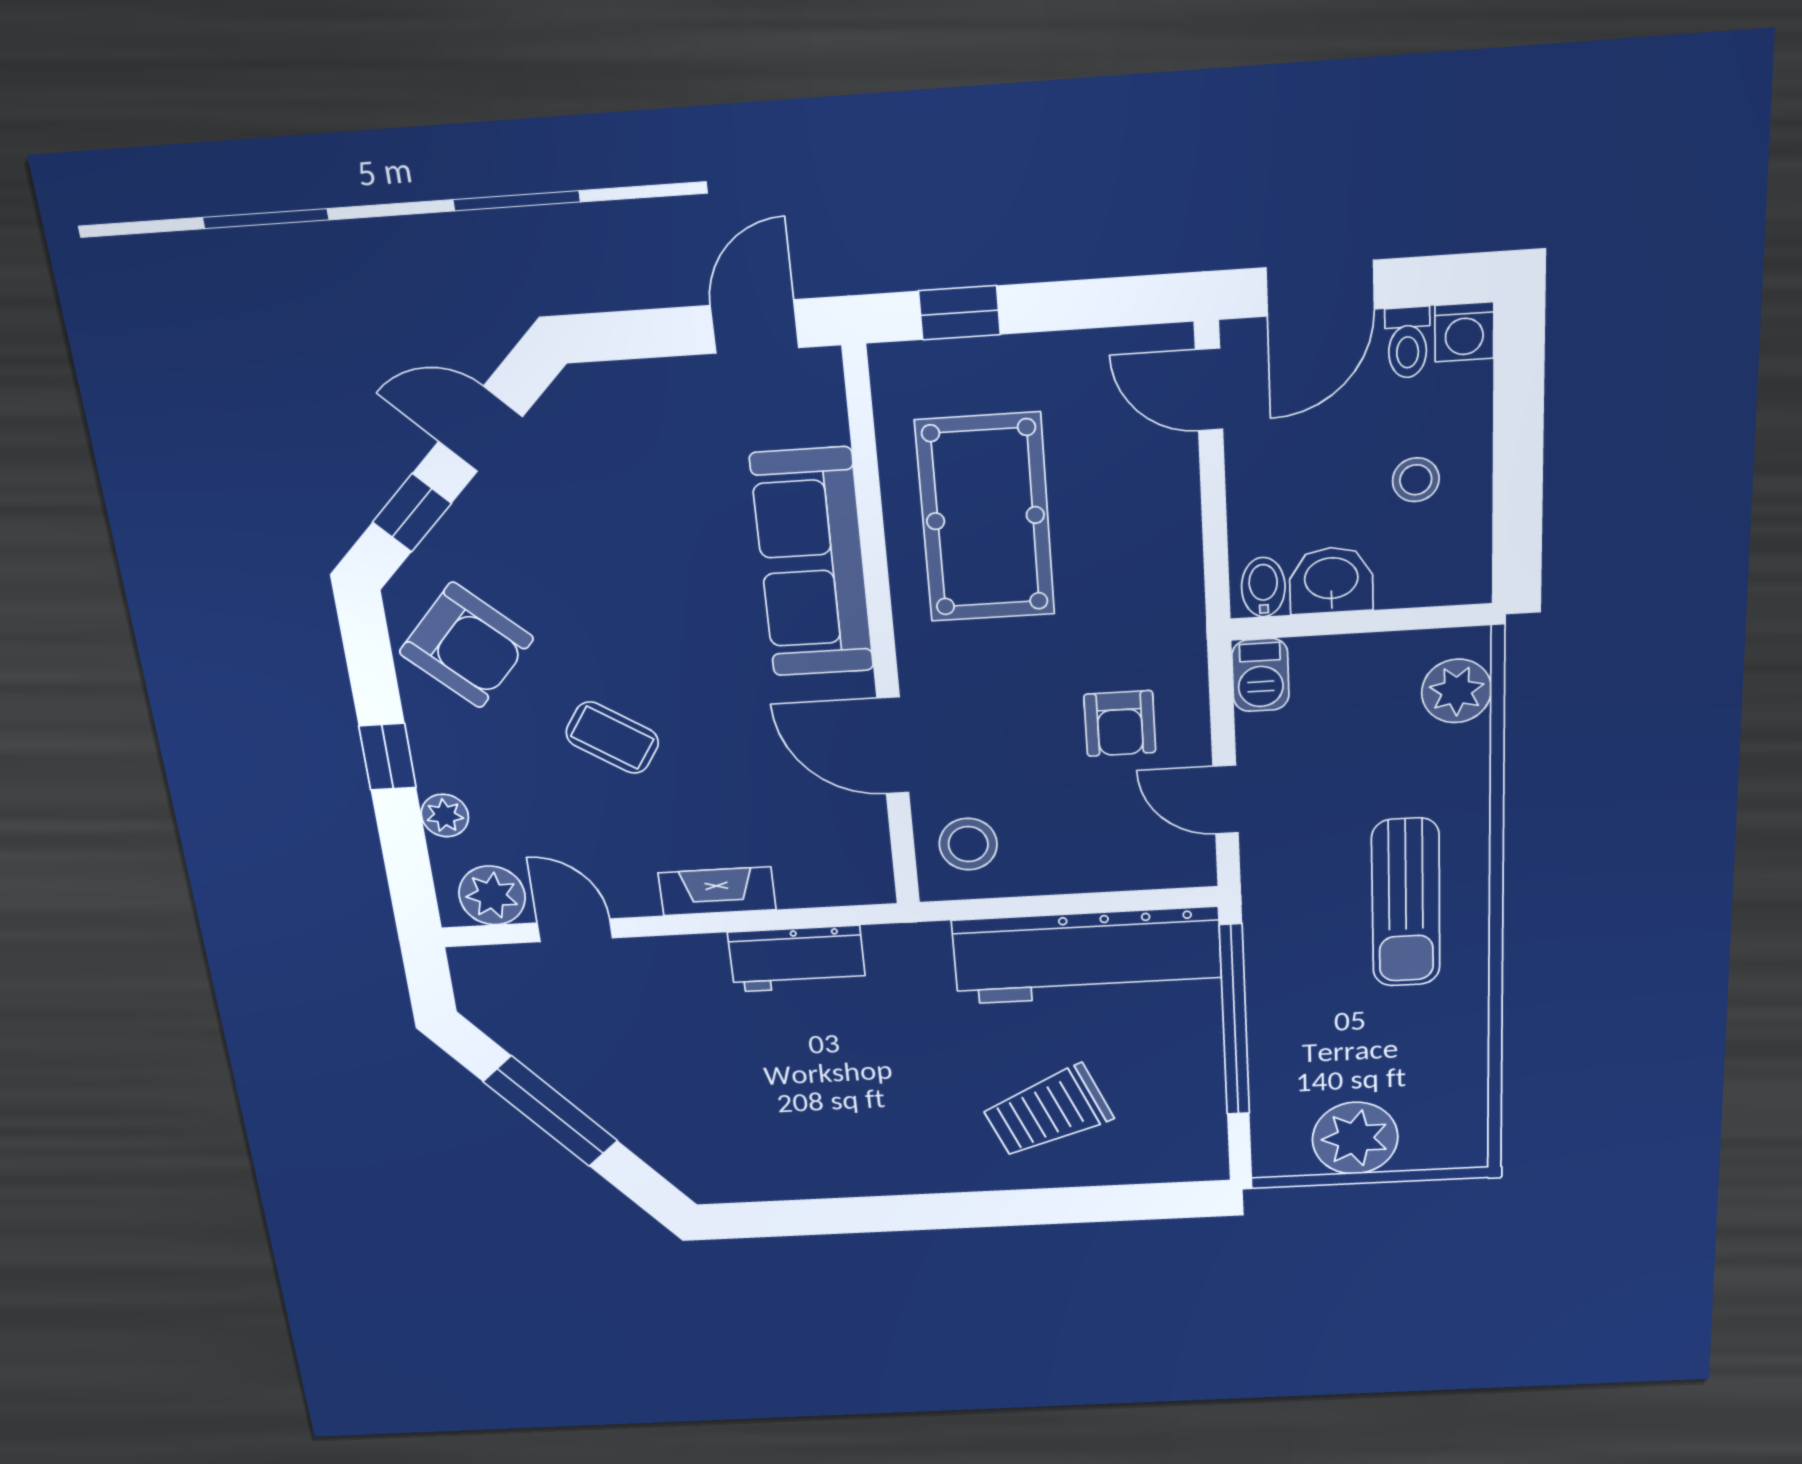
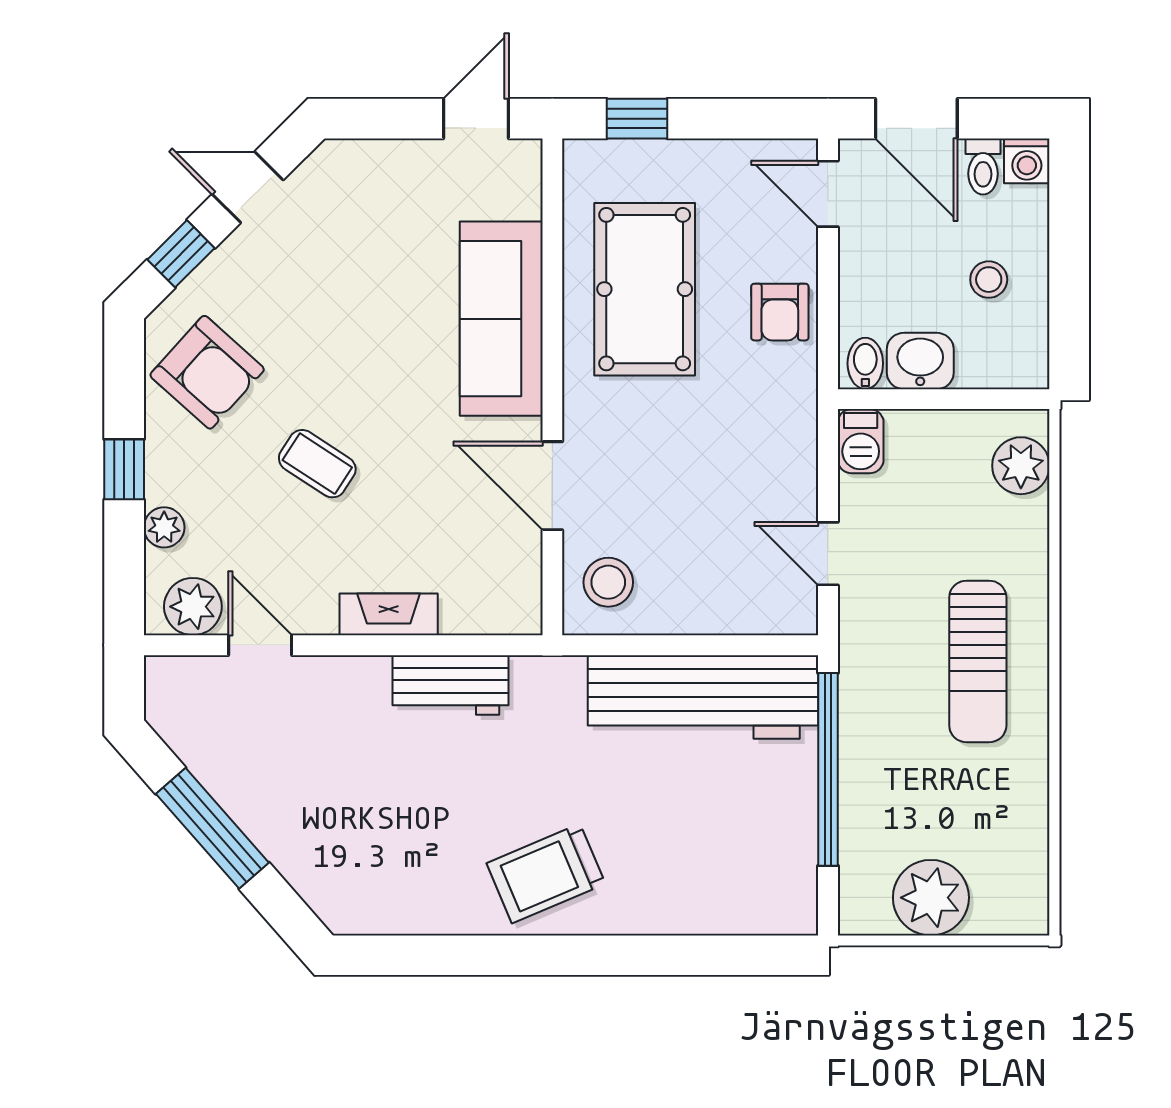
door: (1320, 288) -> (916, 119), hinge flipped
armchair: (1120, 724) -> (780, 312), moved
trolley: (1047, 1112) -> (546, 874), moved

